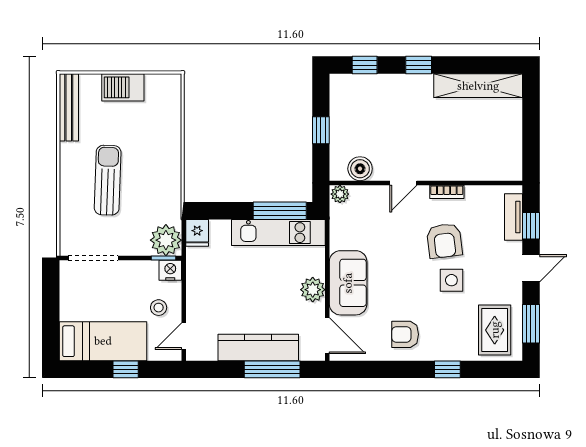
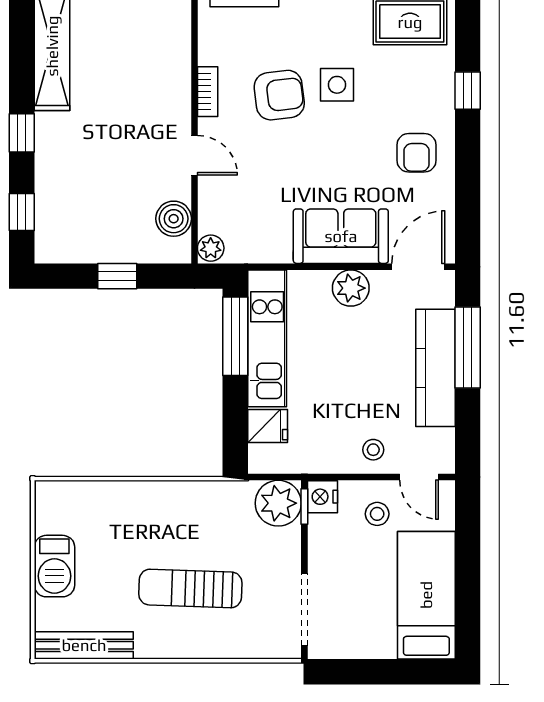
fridge: (197, 233) -> (268, 426), moved
stool: (202, 305) -> (373, 450), added
window: (126, 369) -> (468, 562), removed

